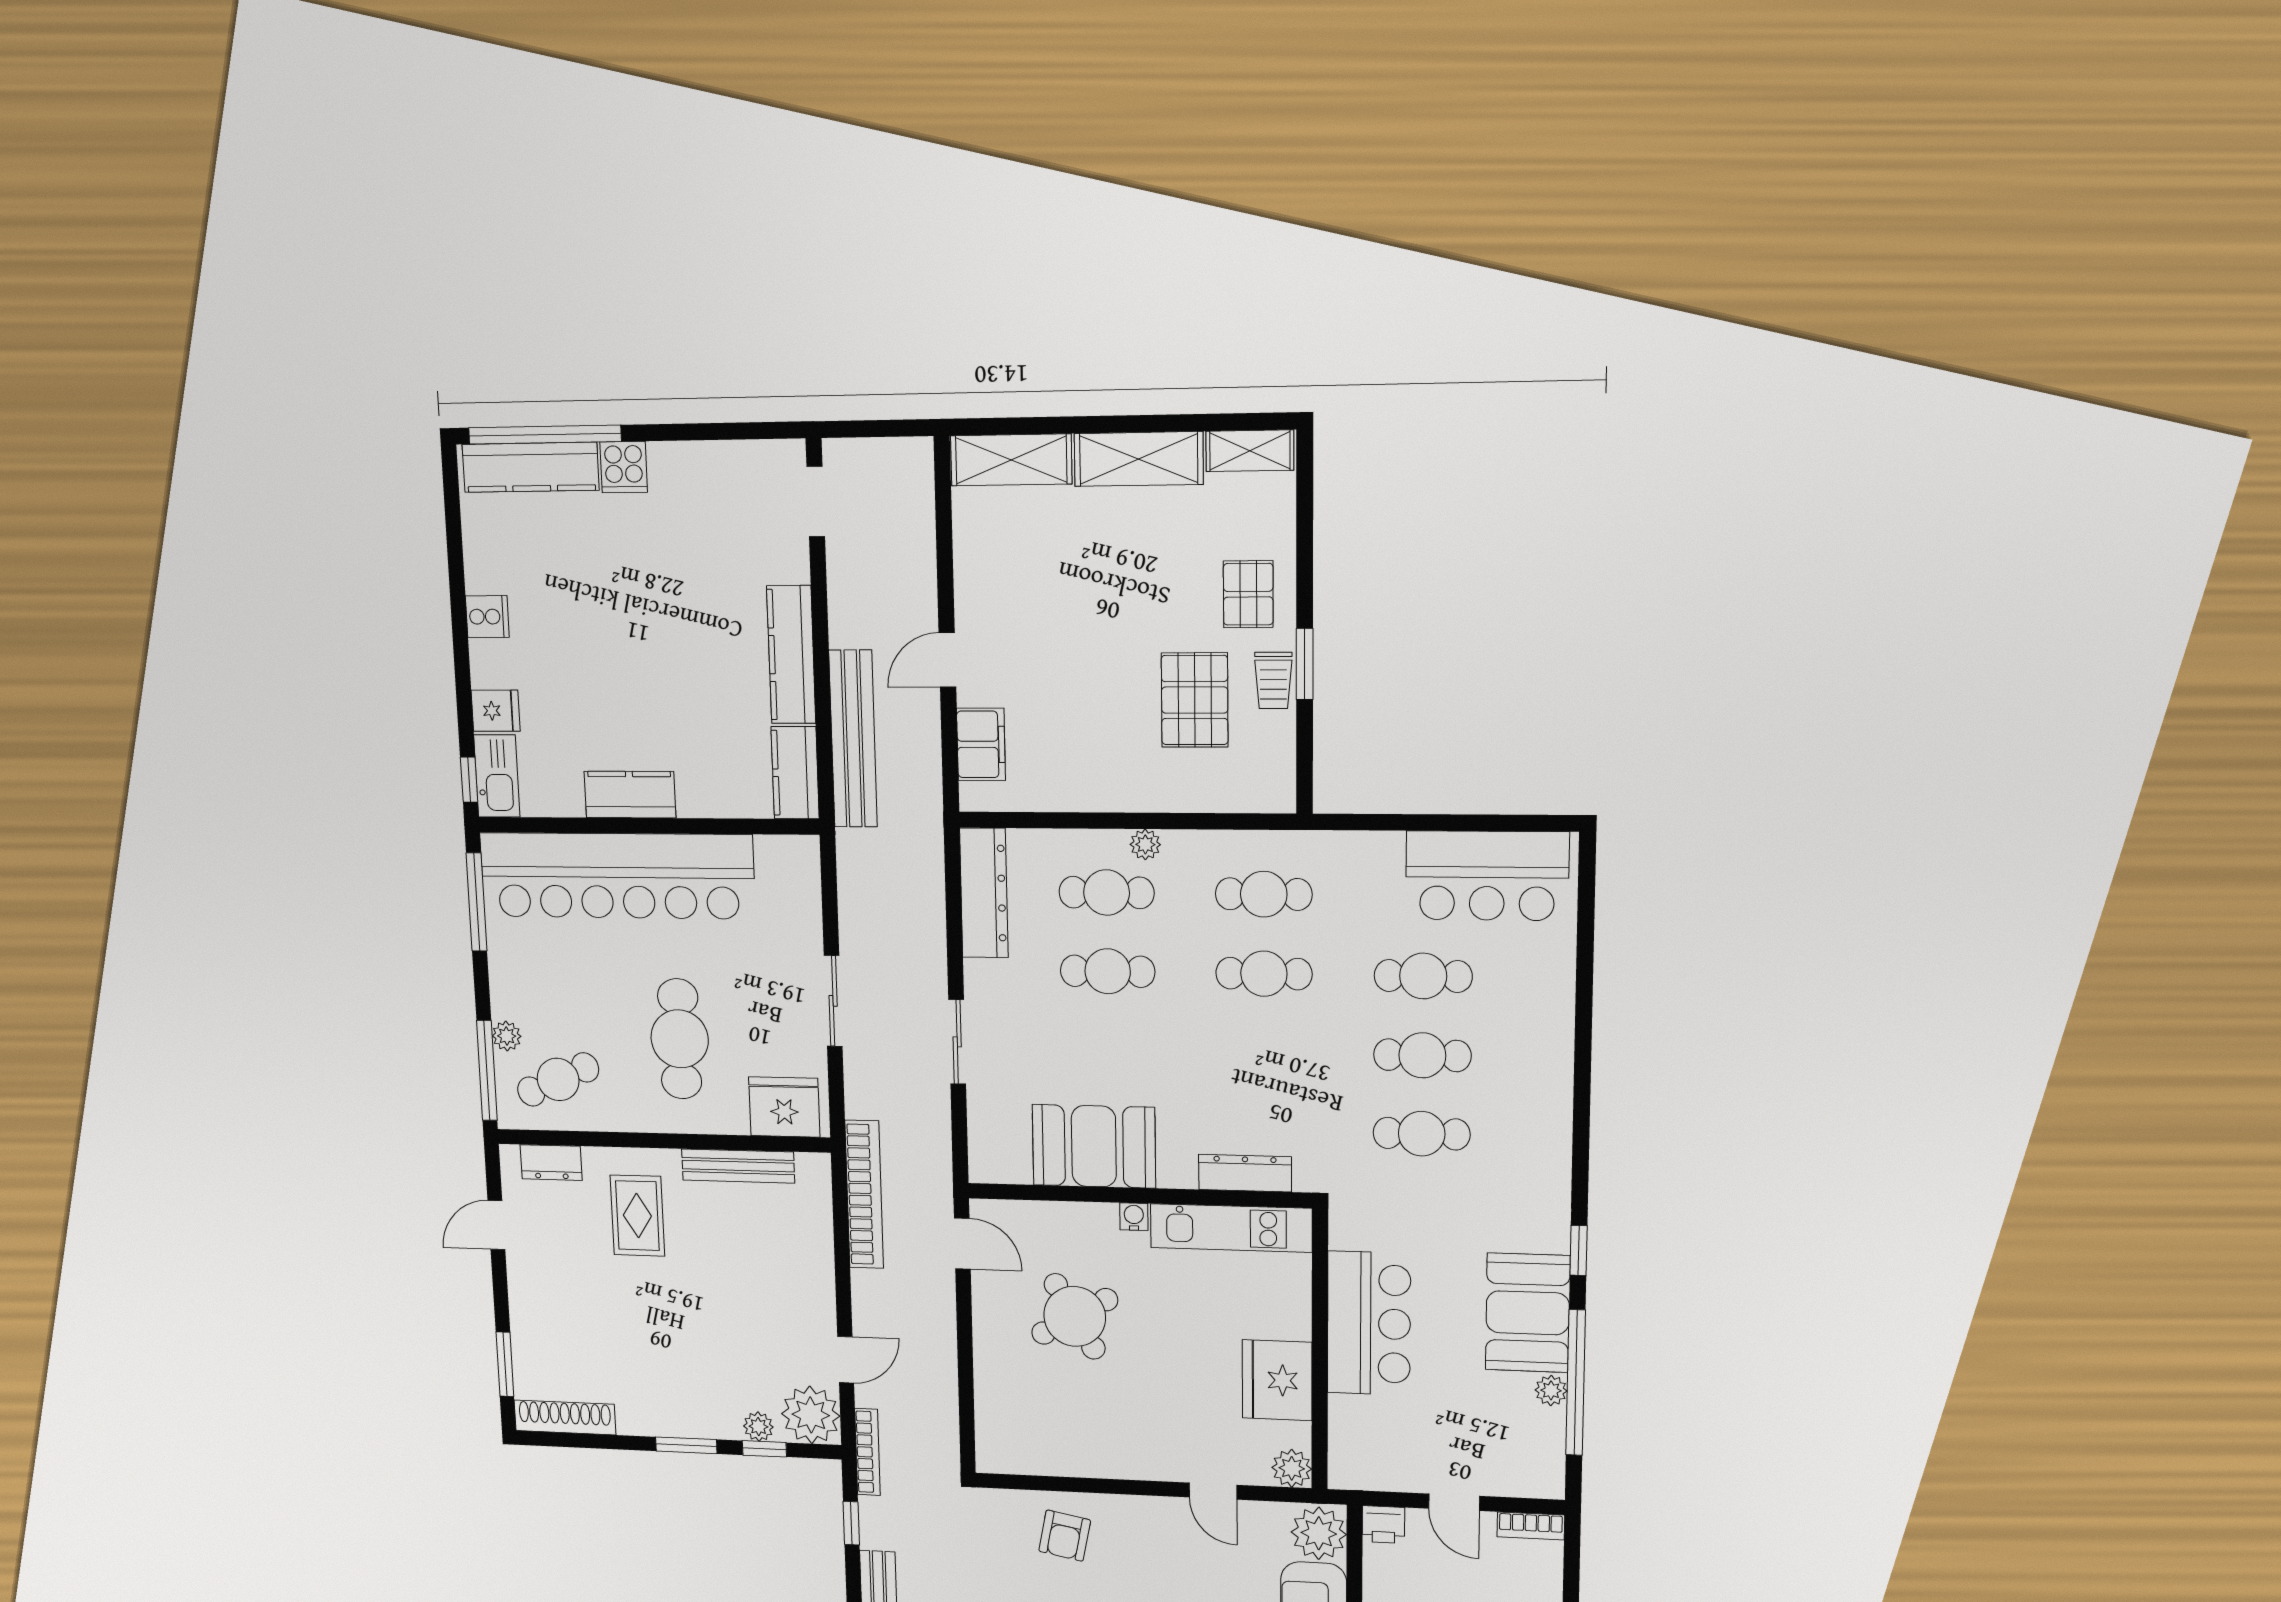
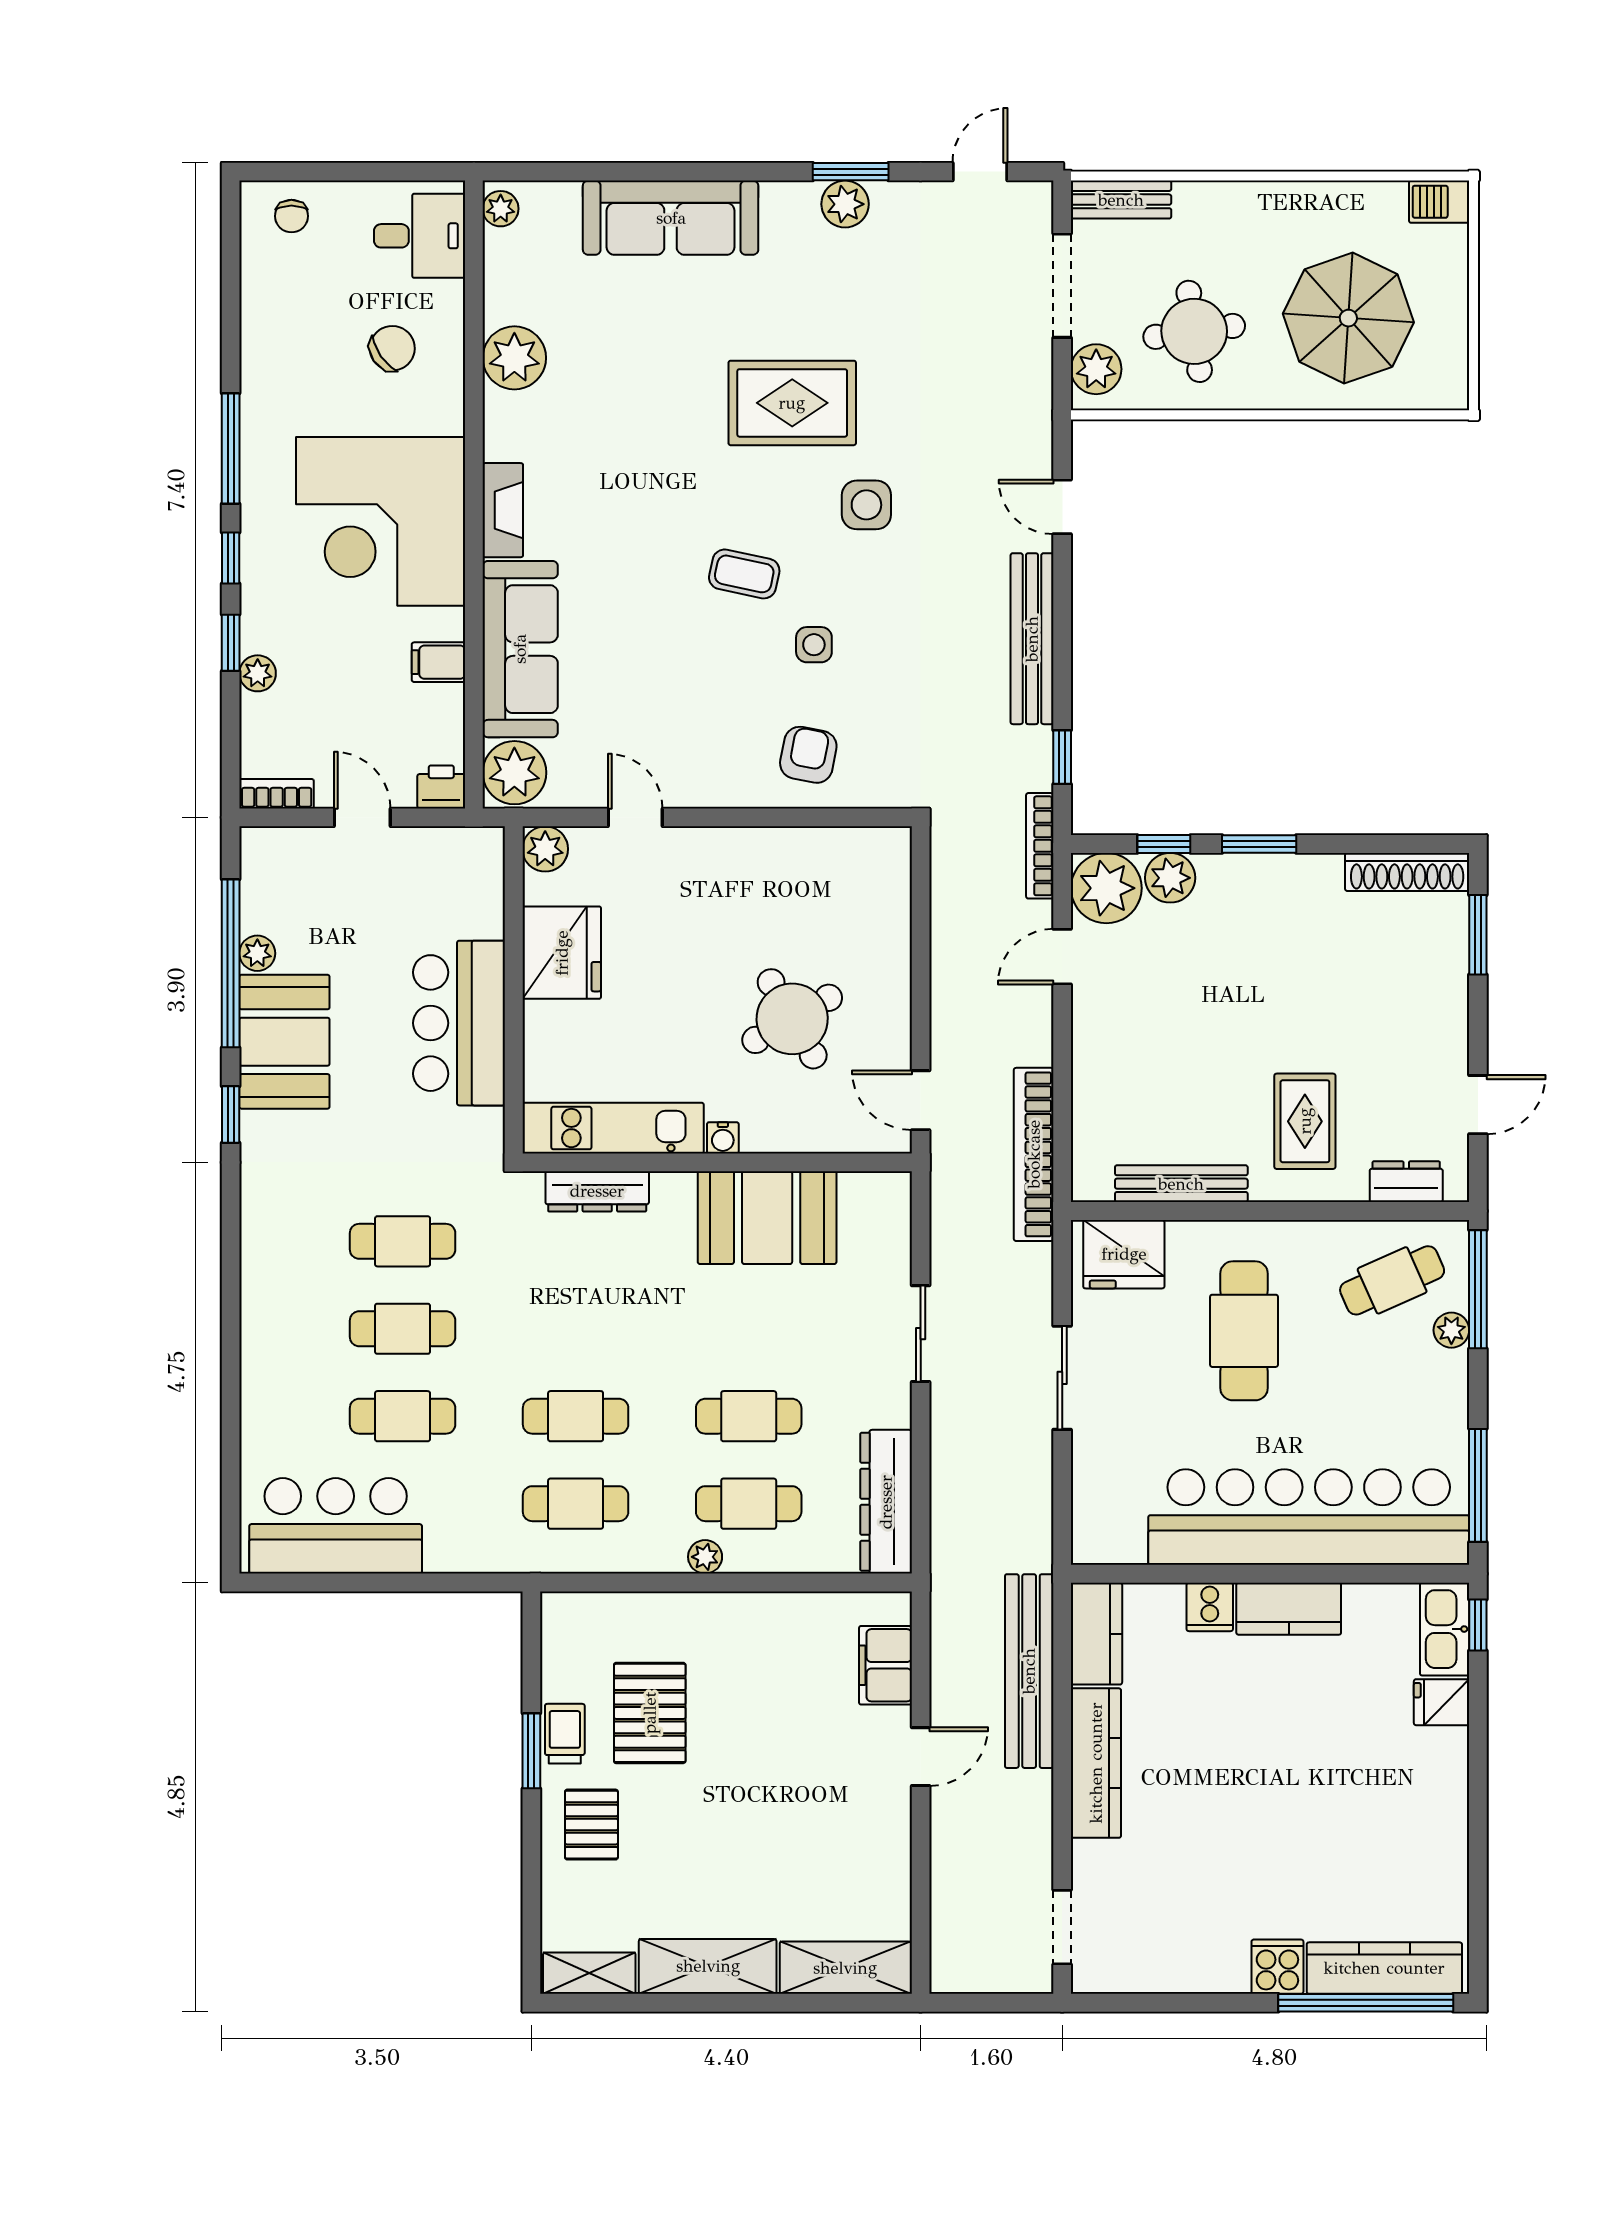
cooker: (487, 617) -> (1210, 1607), moved, turned -90
plant: (758, 1427) -> (1170, 878), width x1.38, depth x1.38

